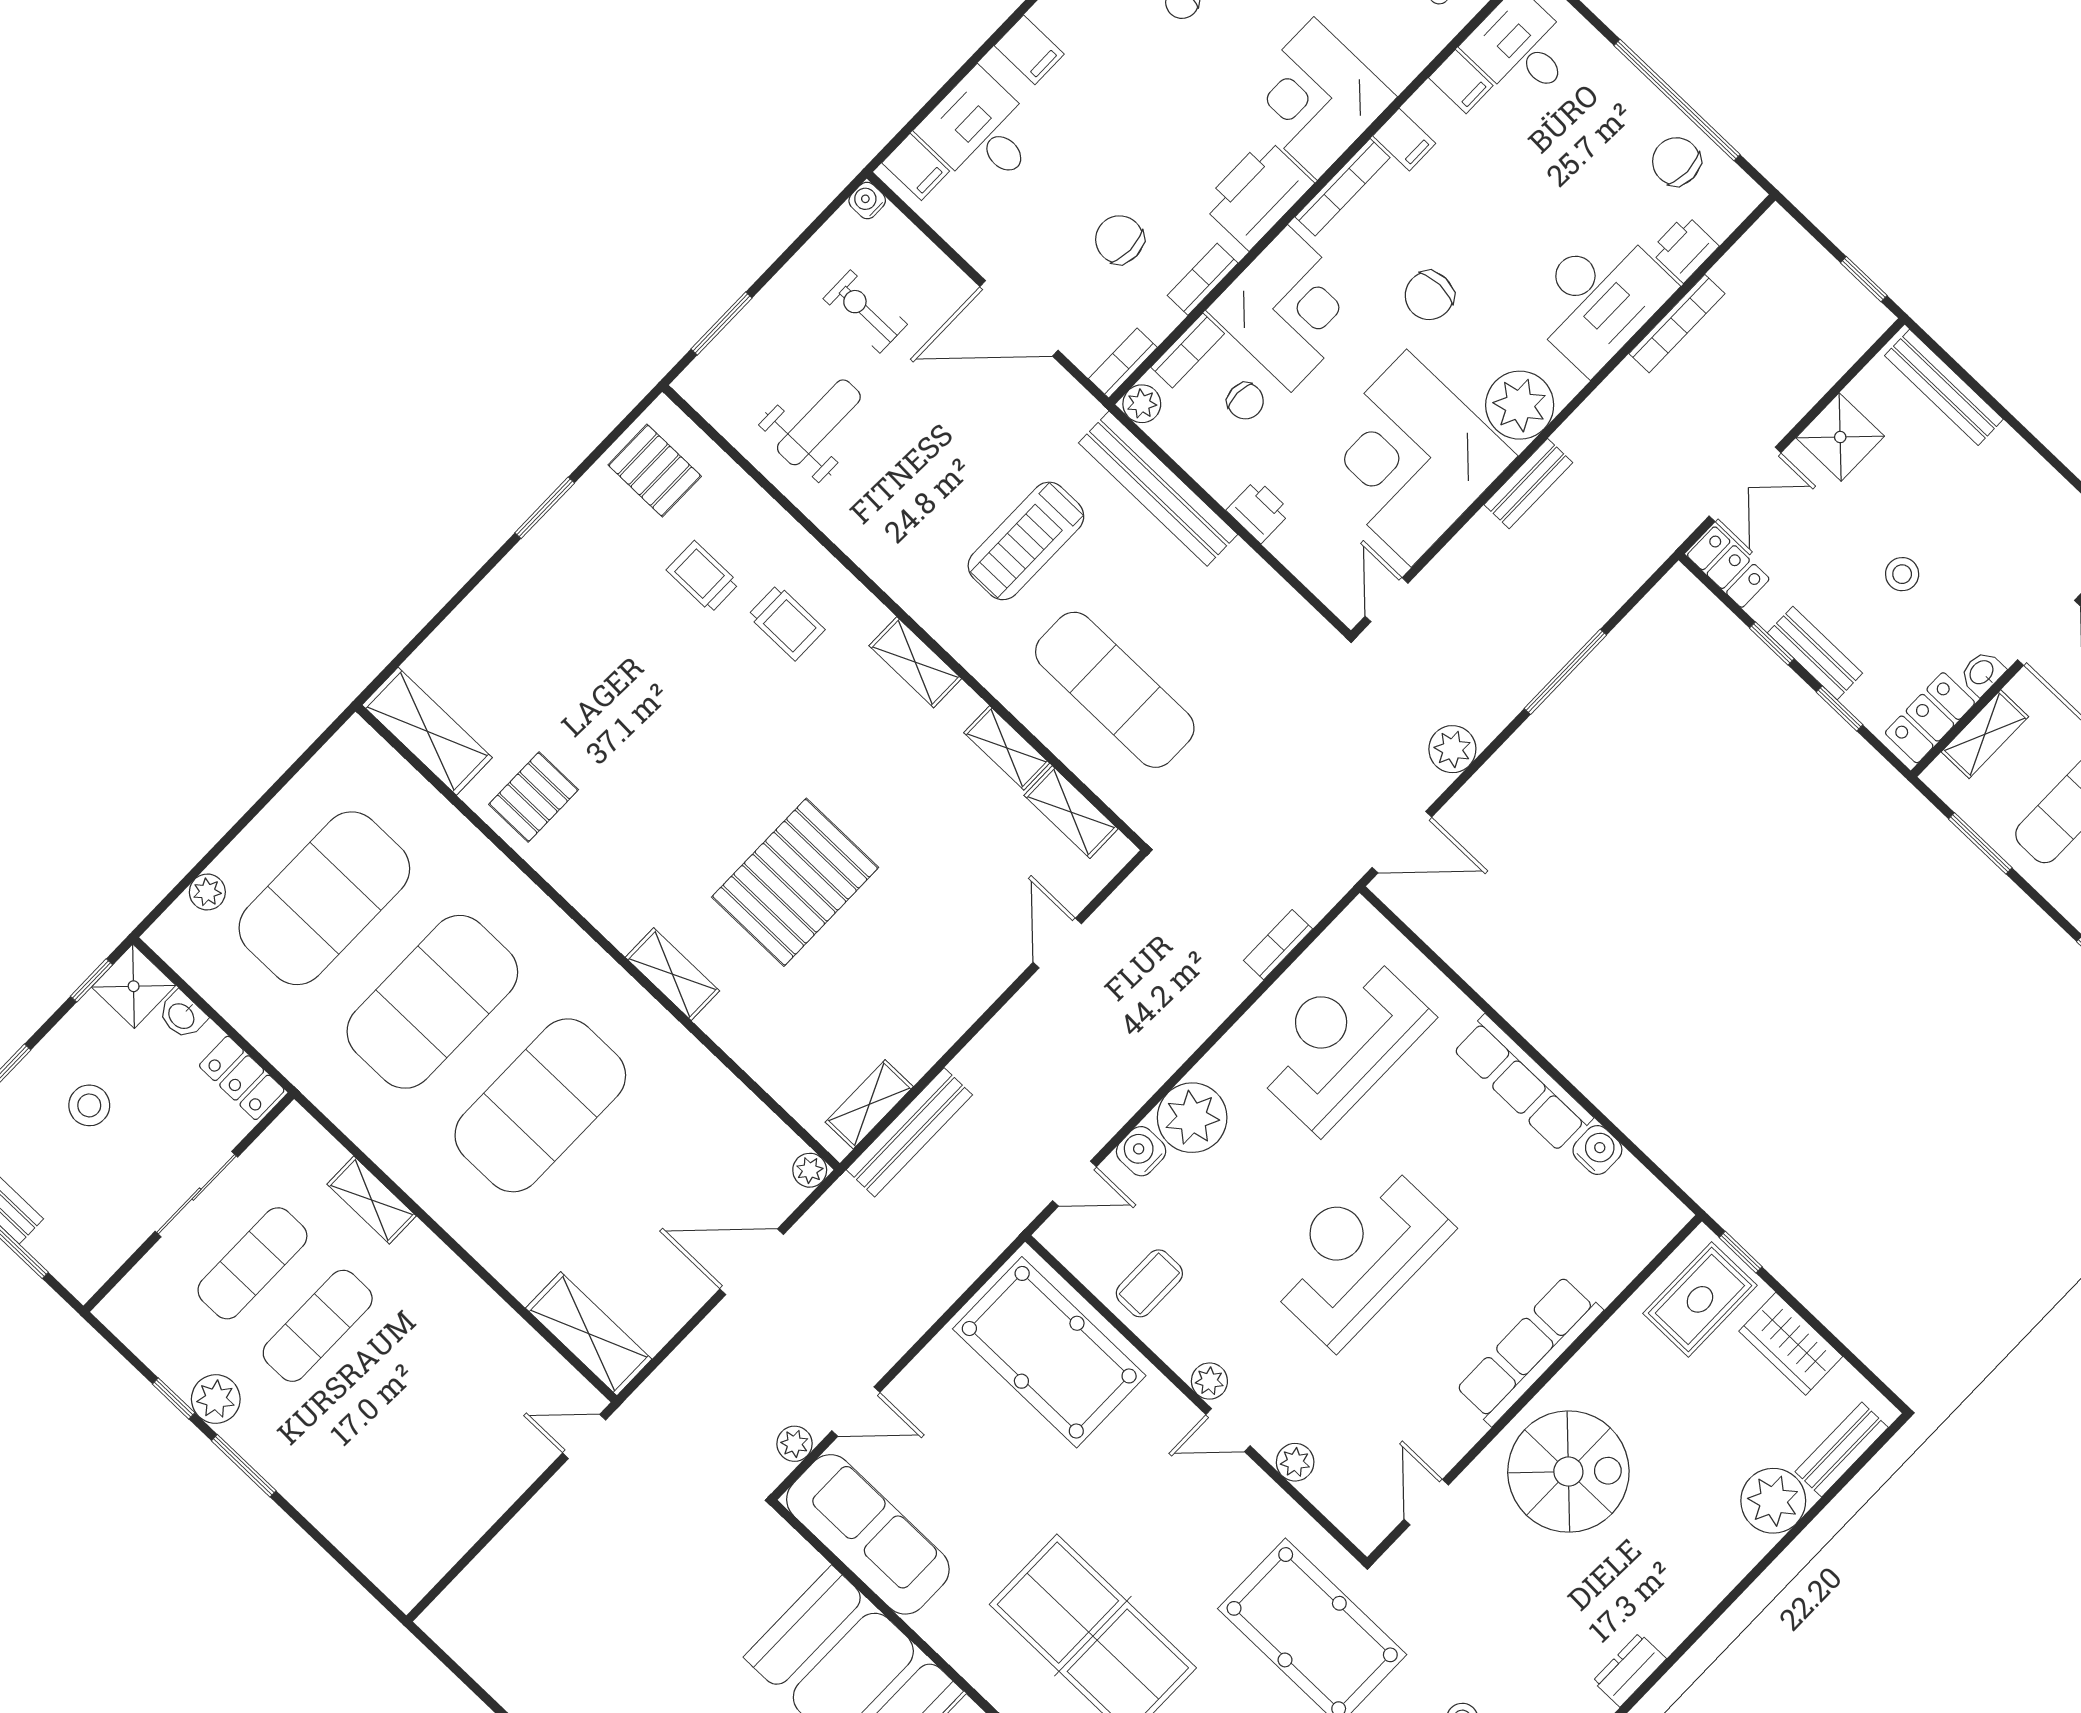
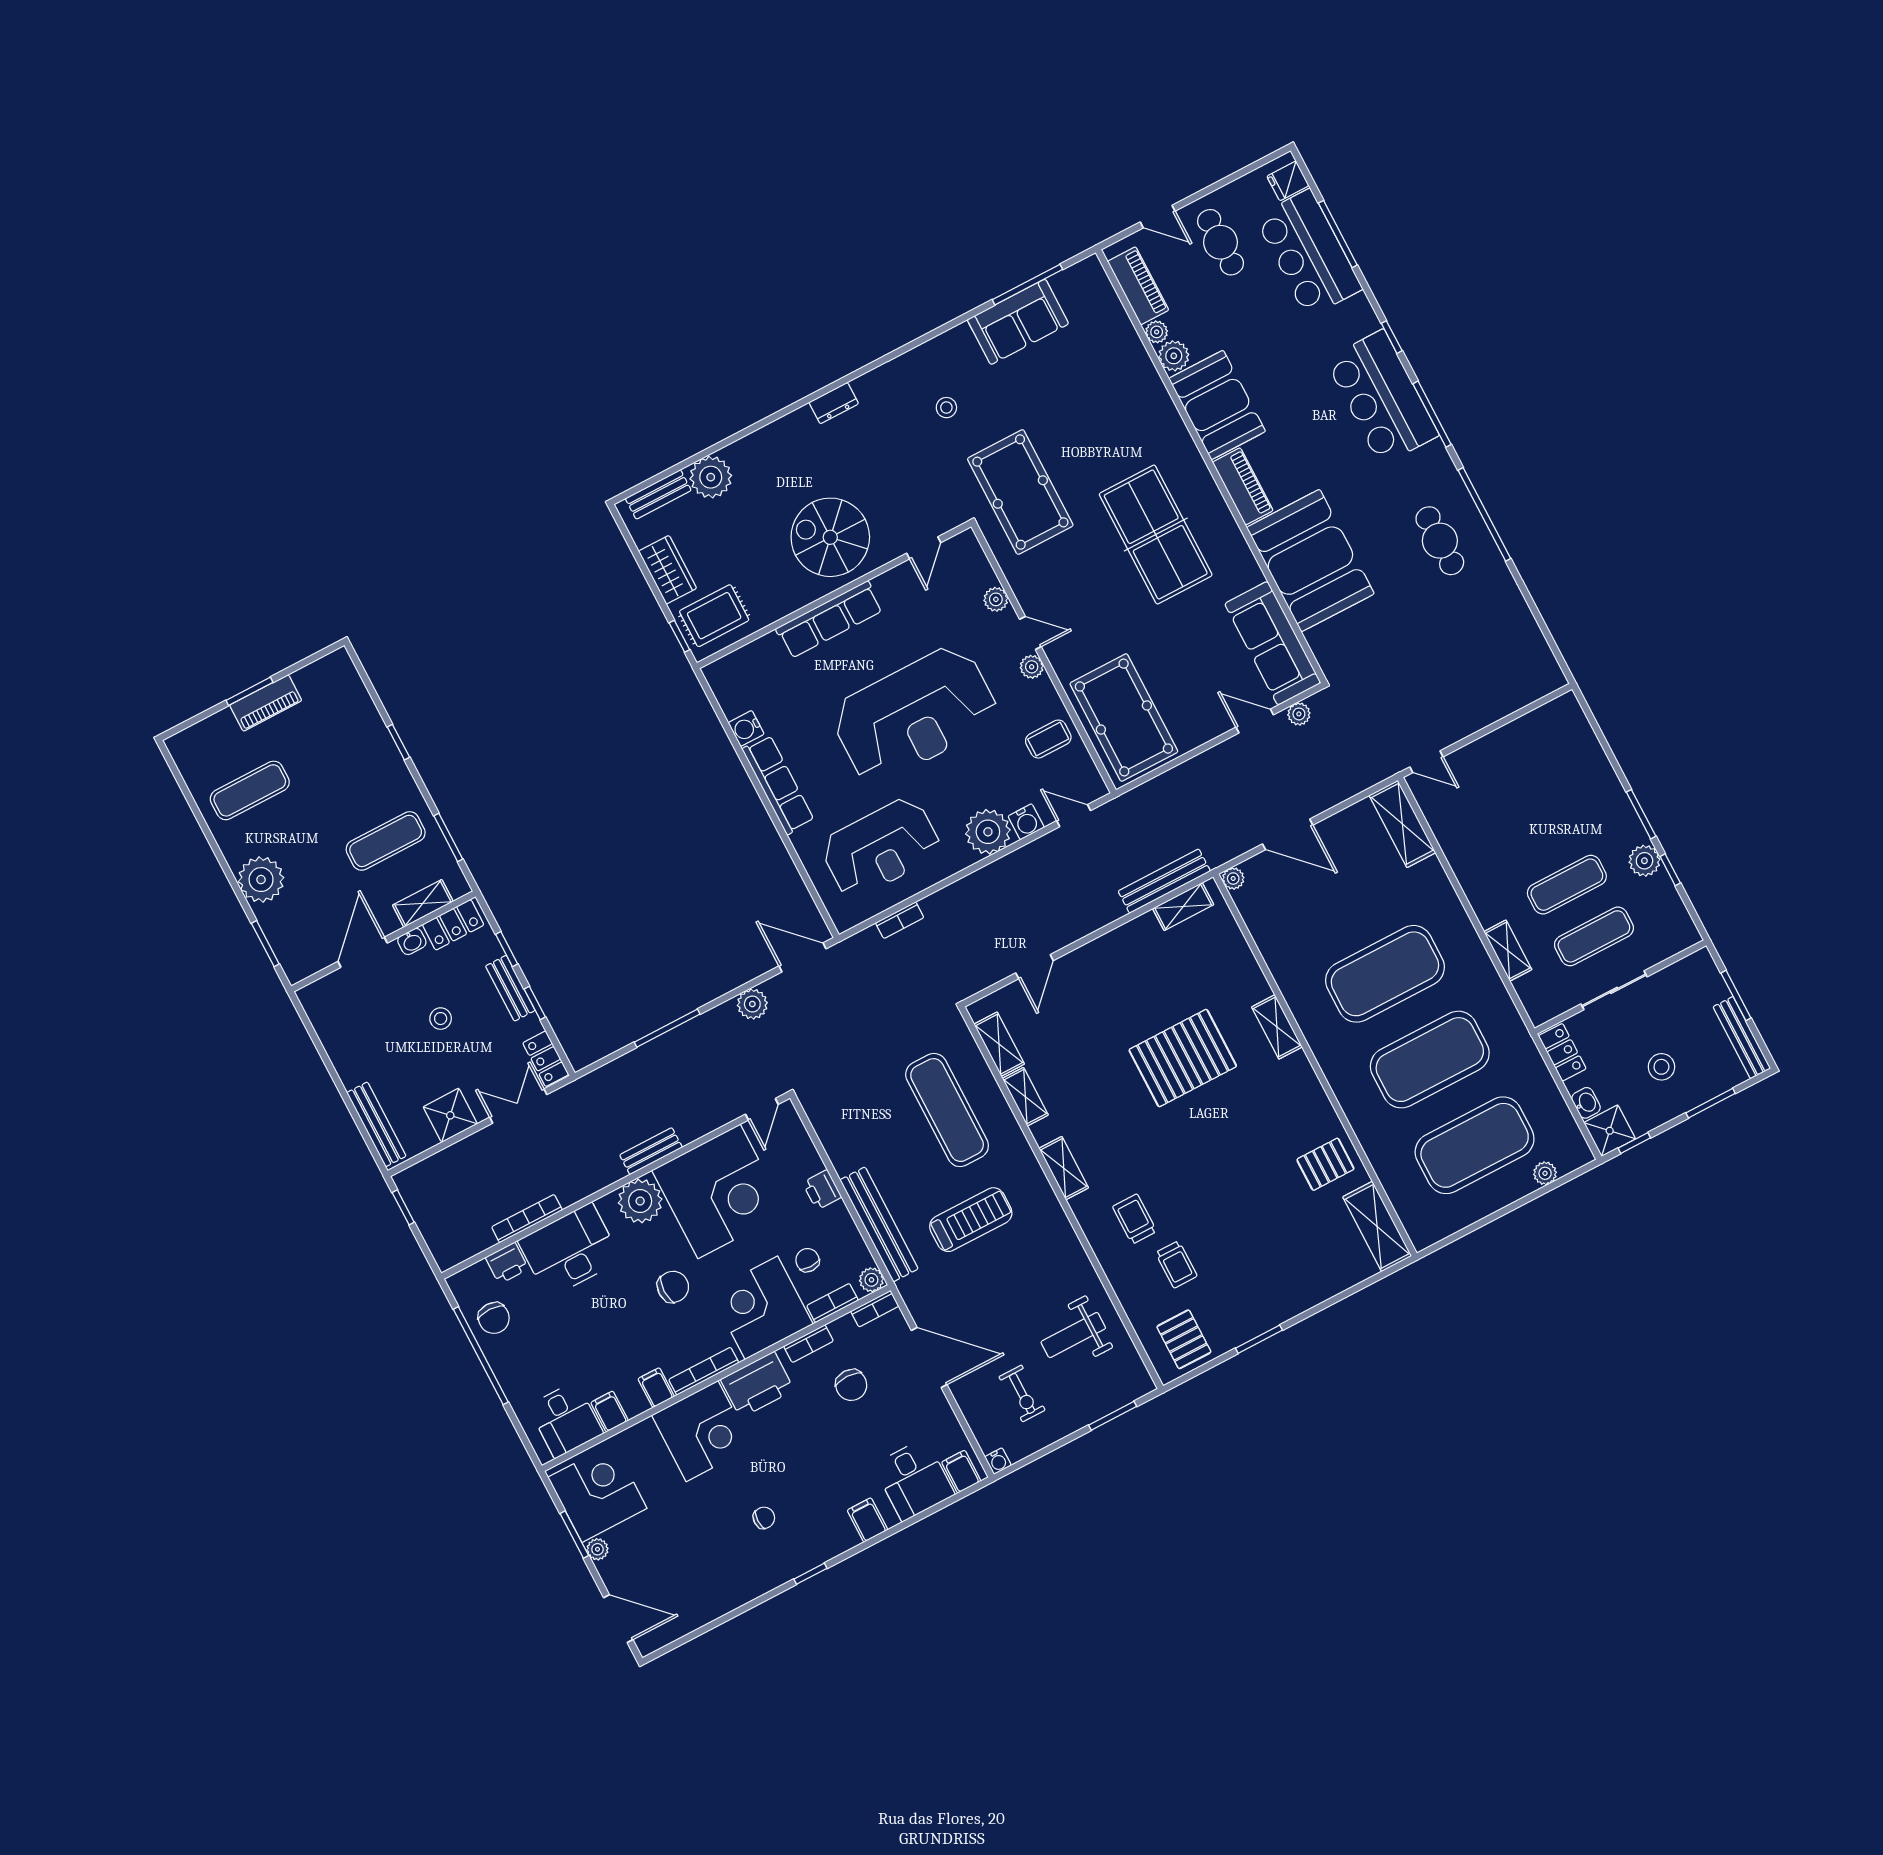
reception desk: (1357, 1253) -> (915, 714), width x1.36, depth x1.30

